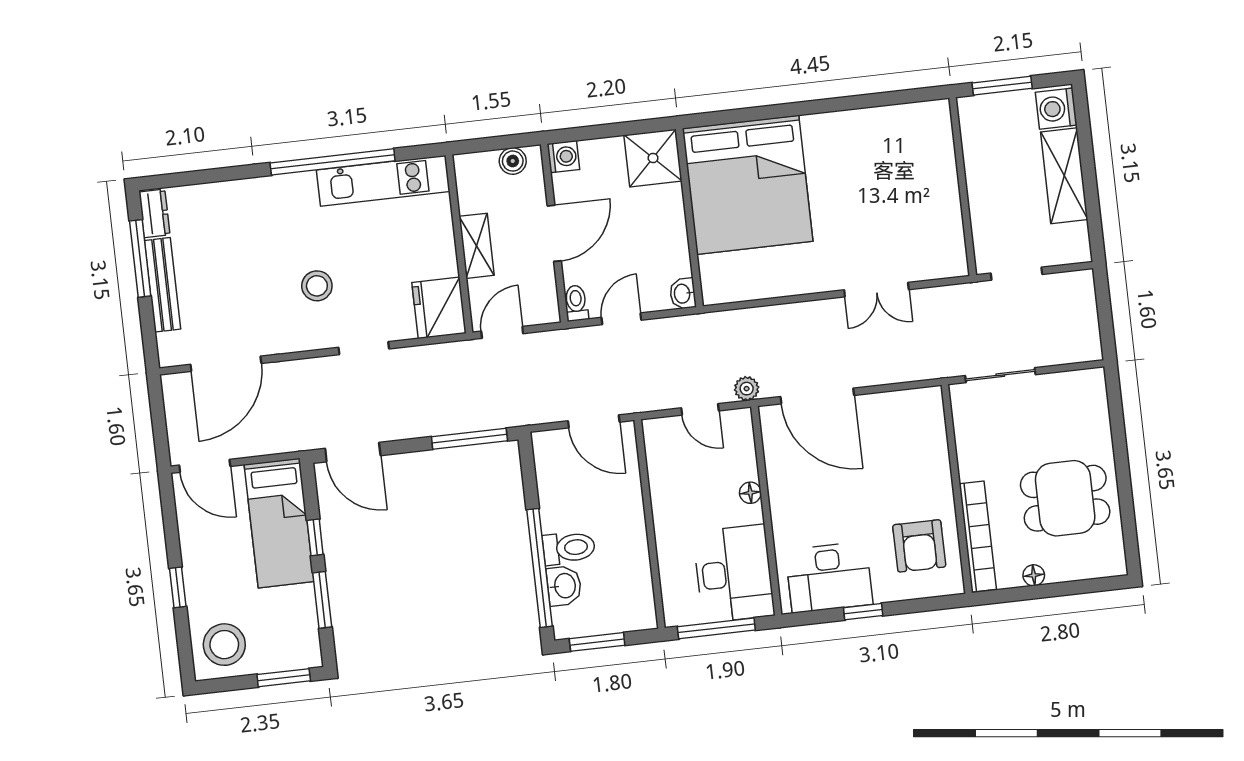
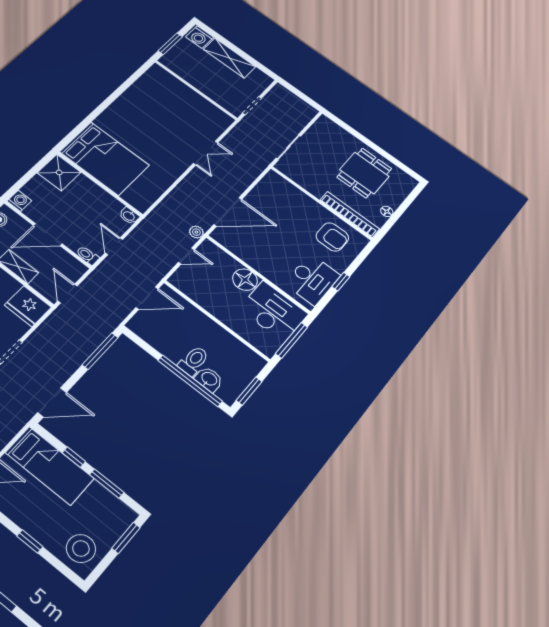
bed: (748, 185) -> (104, 159), width x0.73
door: (554, 233) -> (48, 235), swing flipped
floor lamp: (750, 493) -> (245, 280), width x1.89, depth x1.89

